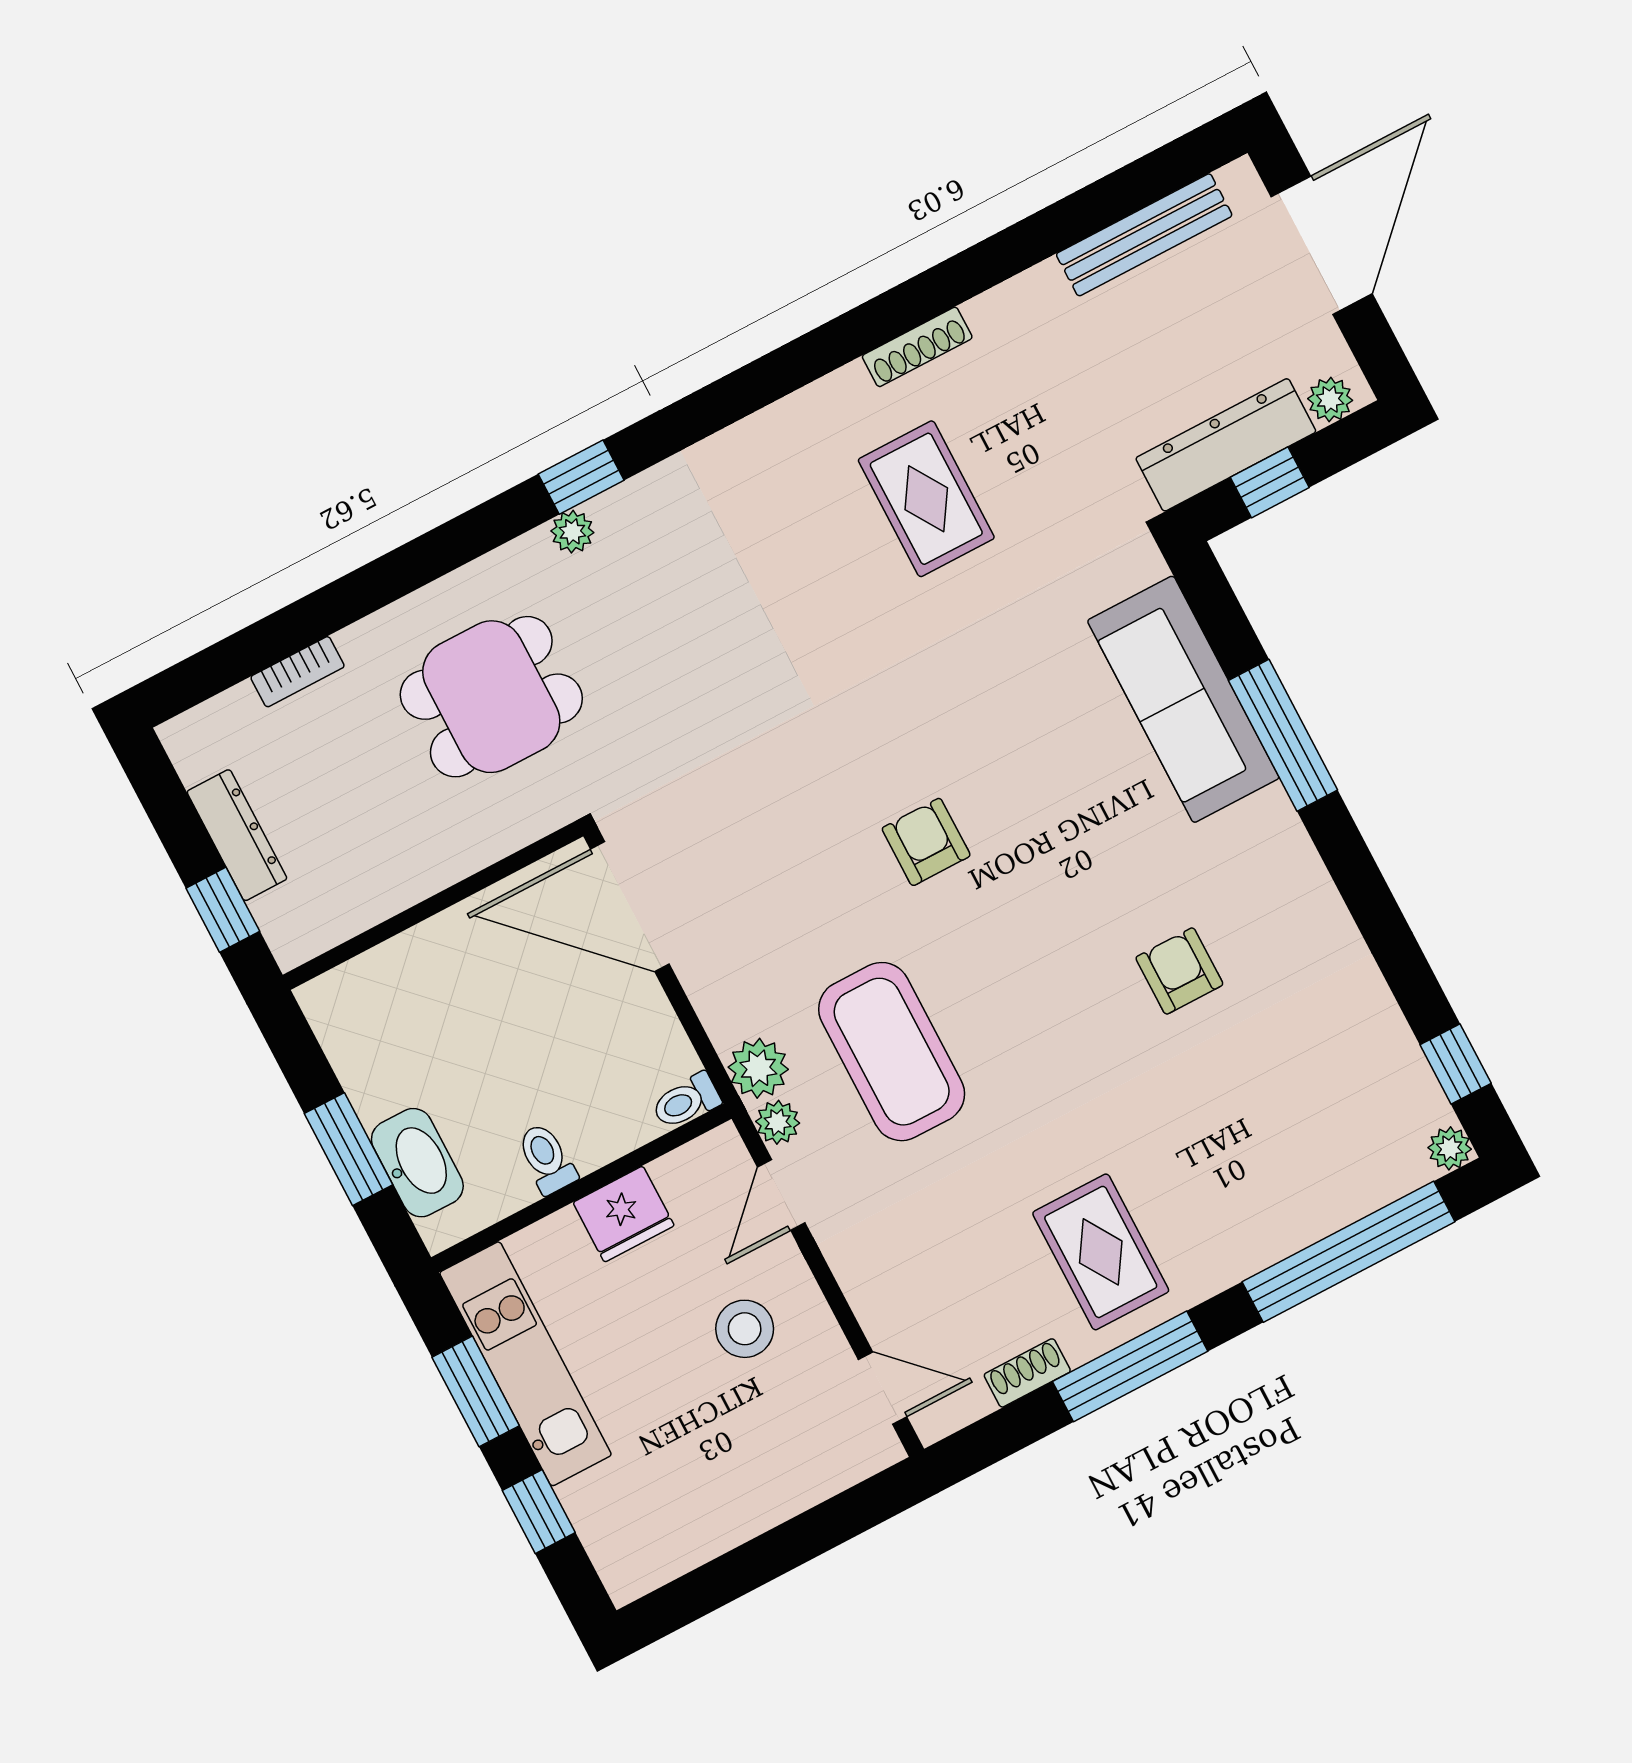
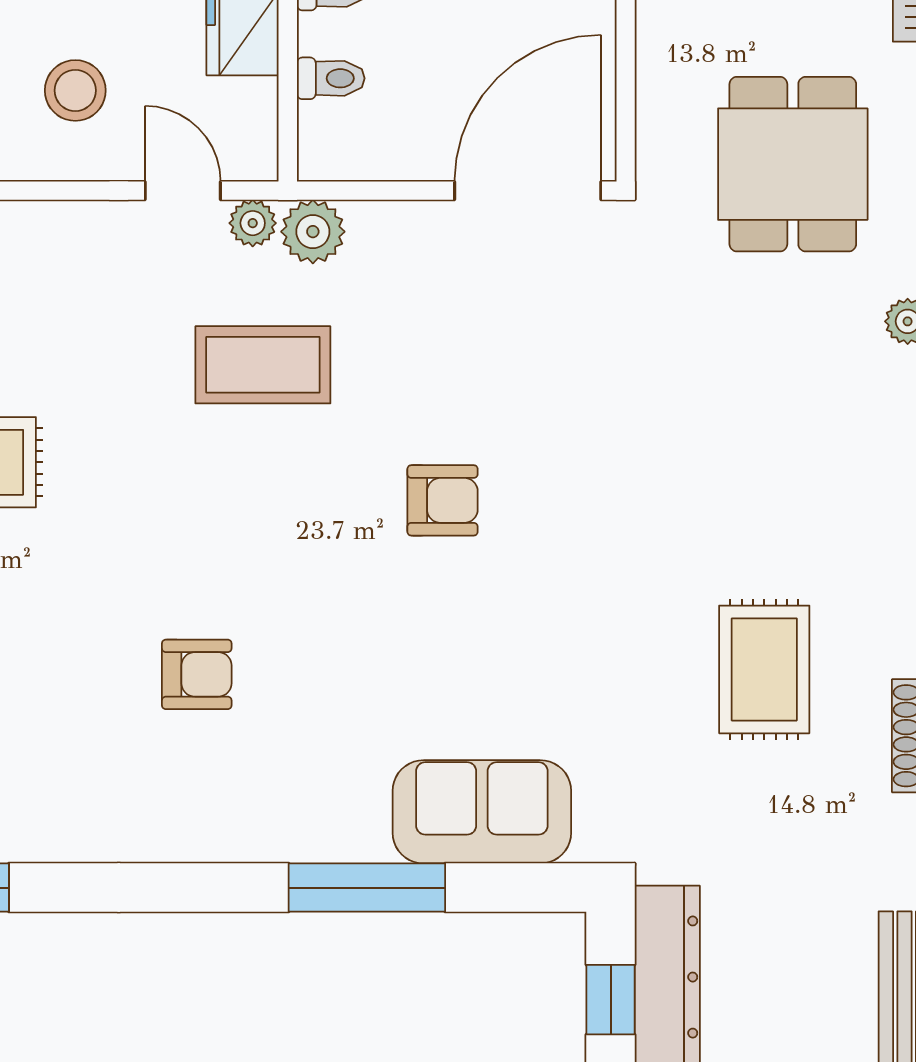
rug: (926, 499) -> (764, 669), turned 90
sofa: (1183, 699) -> (482, 812), width x0.73
coffee table: (892, 1052) -> (263, 365), width x0.73, depth x0.76
toilet: (686, 1101) -> (331, 78), moved, turned 90

